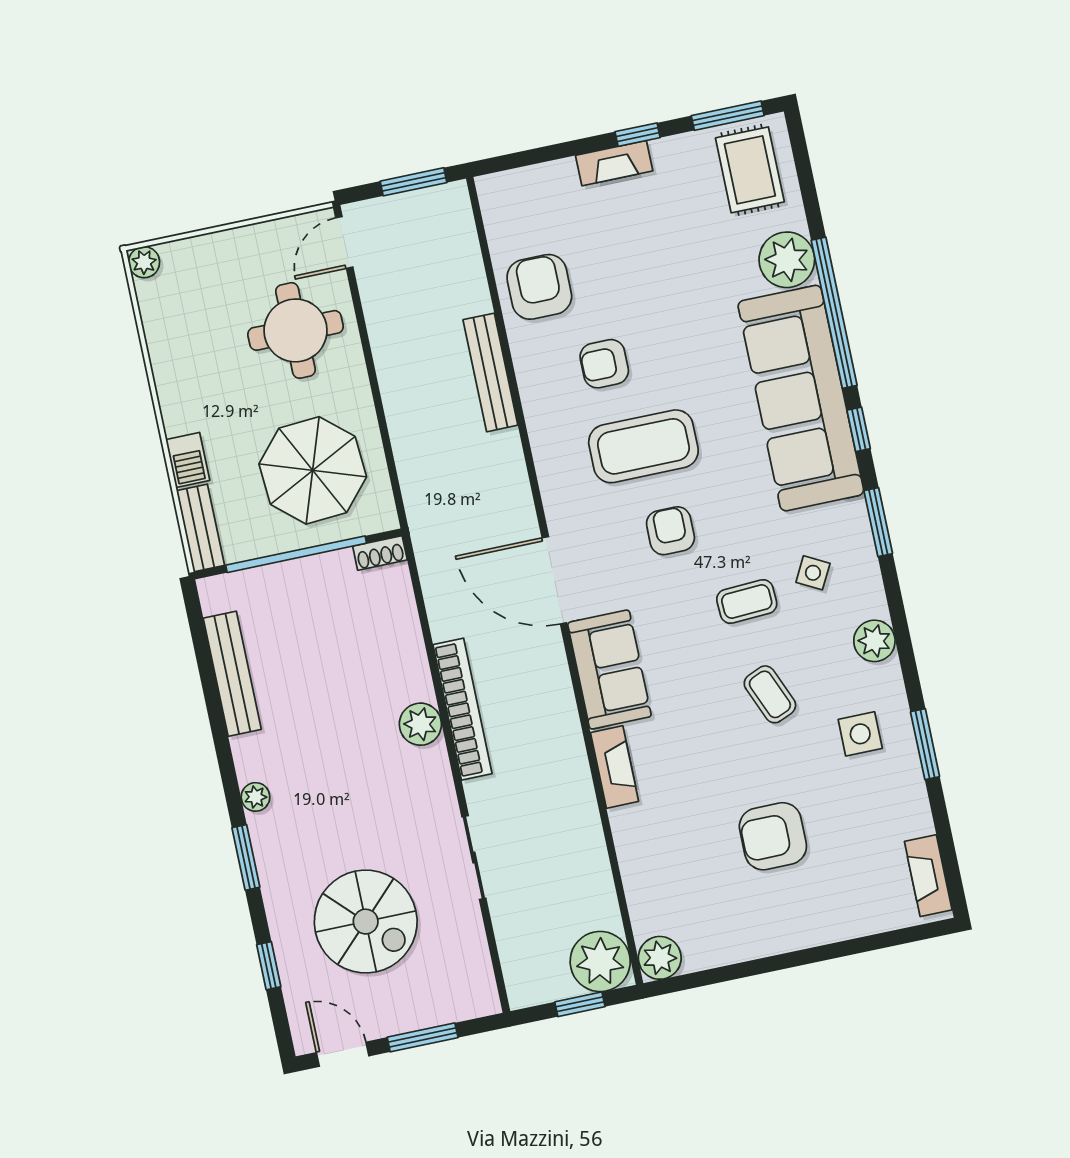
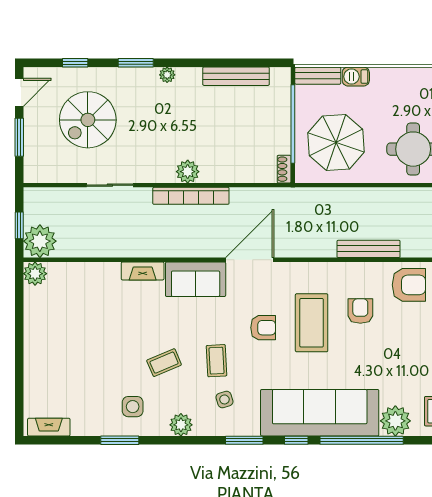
side table: (813, 573) -> (224, 399), turned 45
armchair: (773, 836) -> (88, 348), removed

